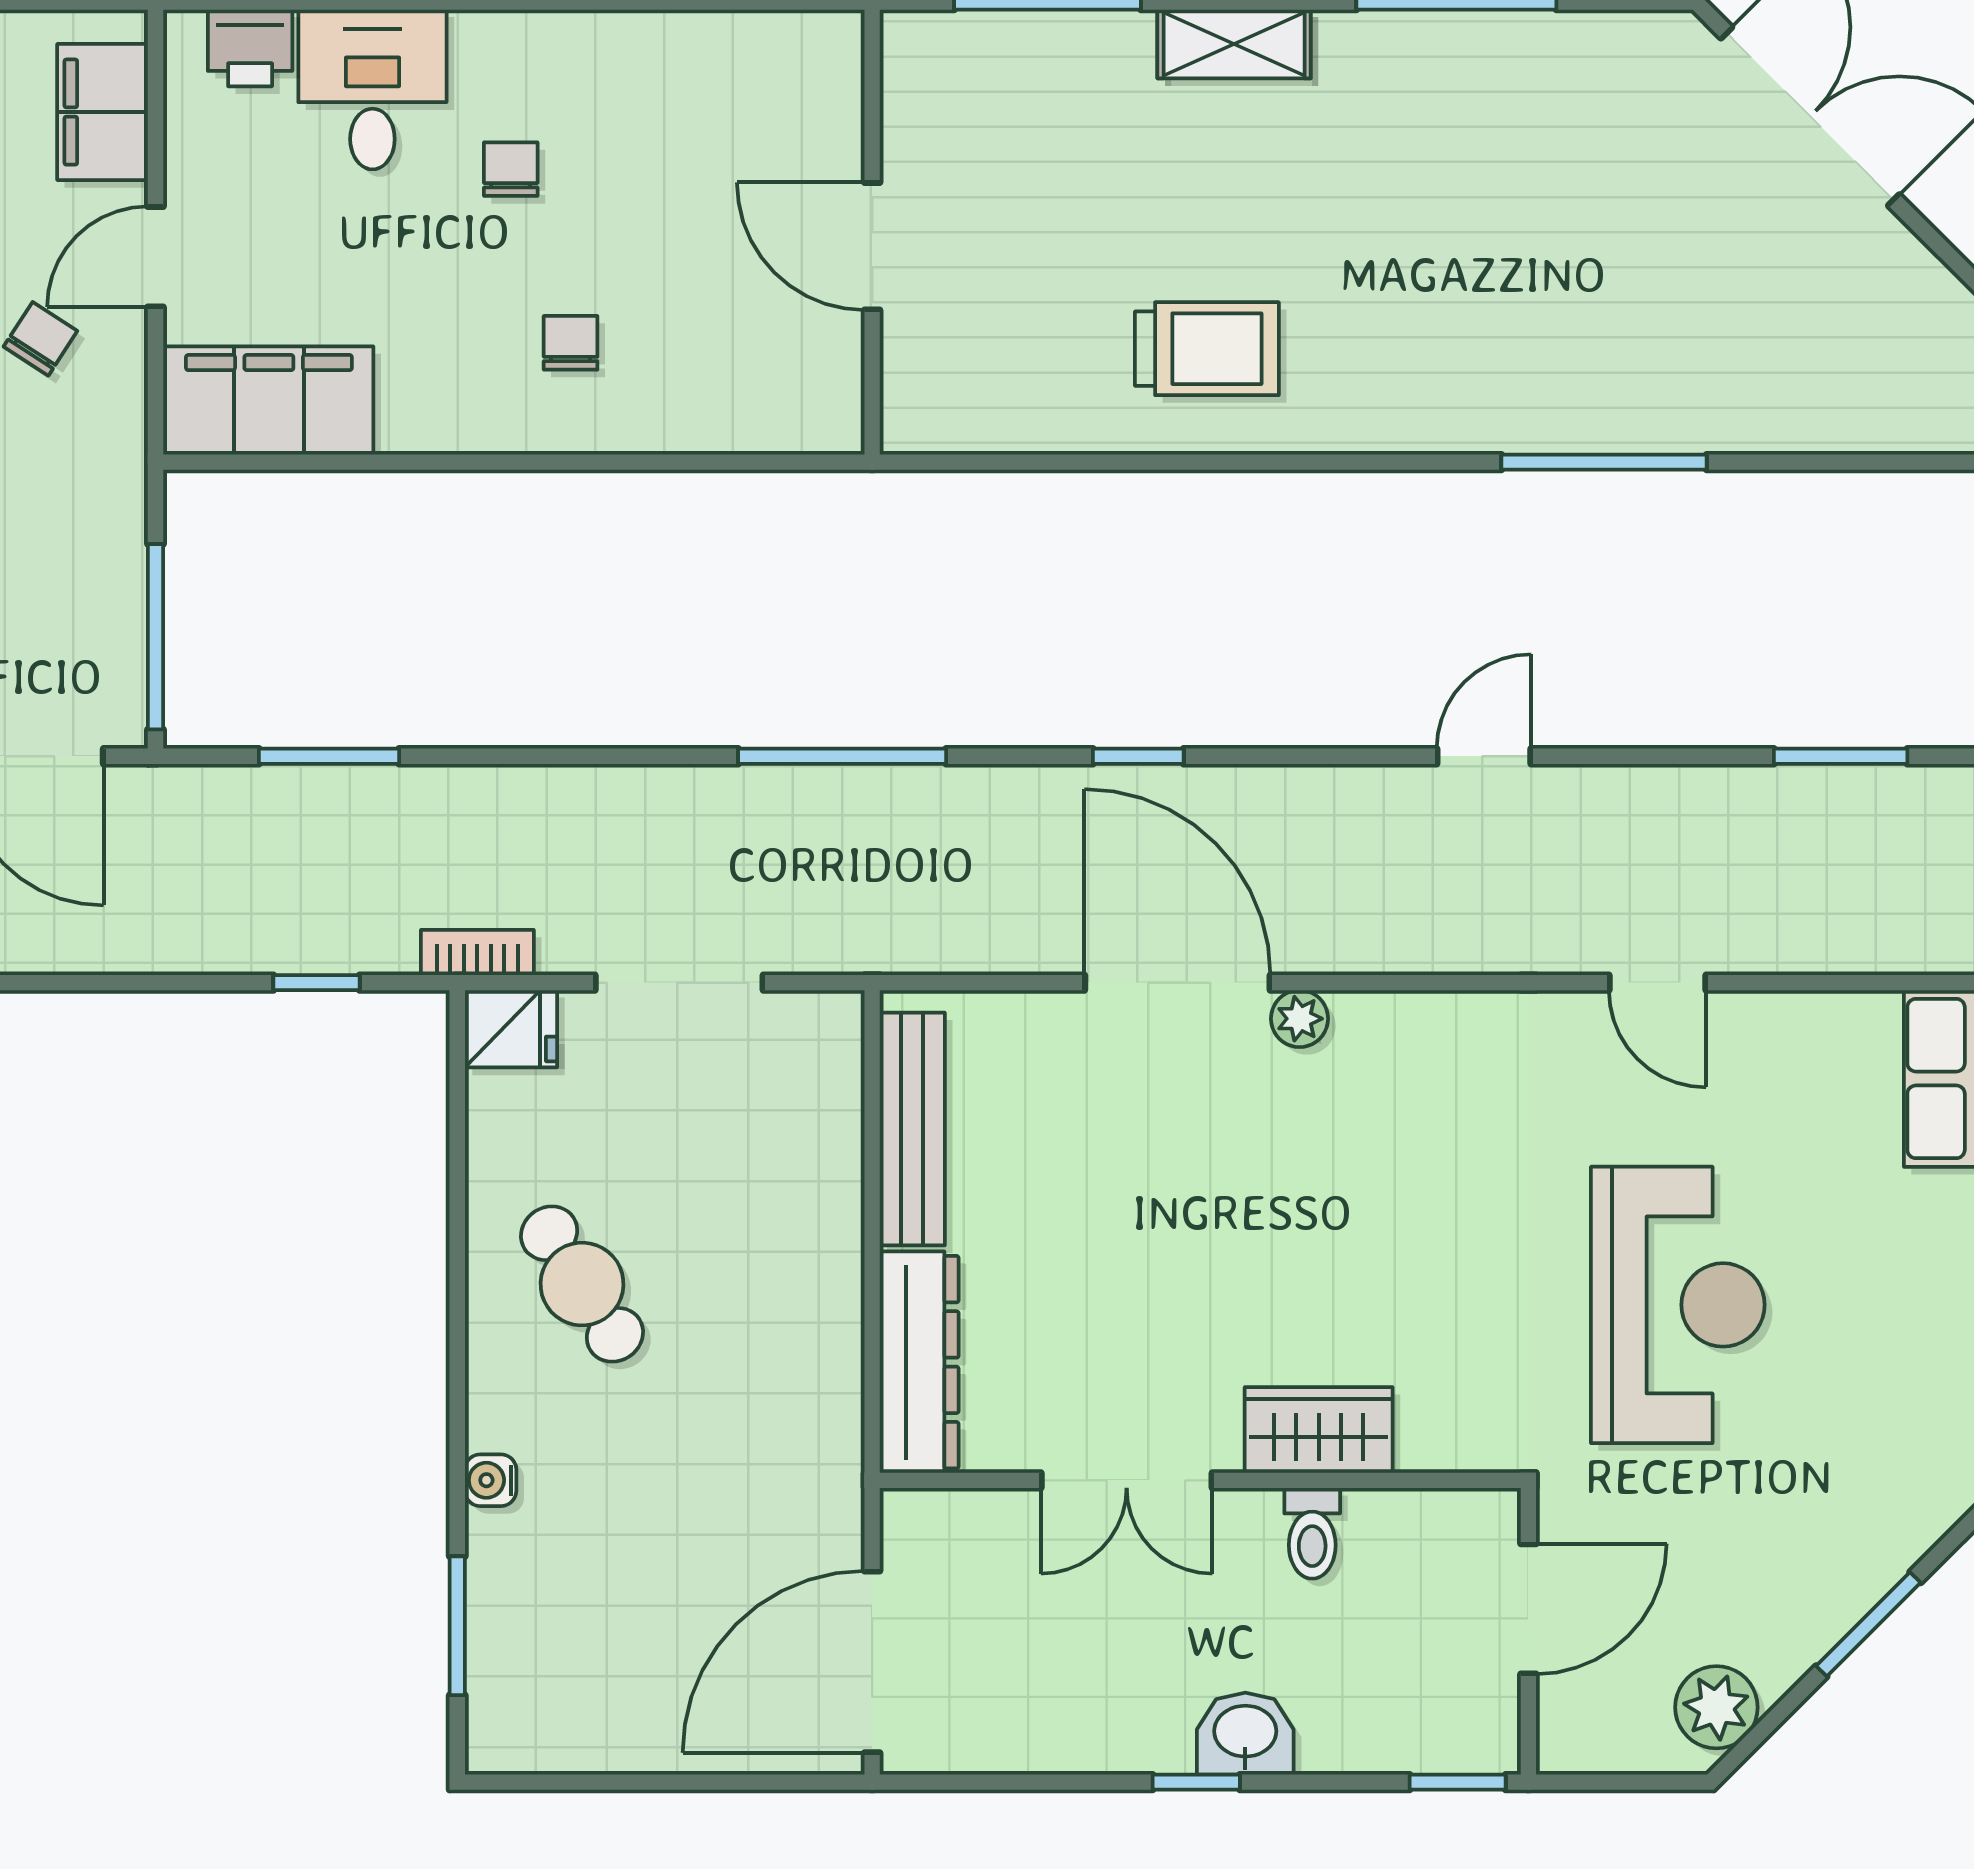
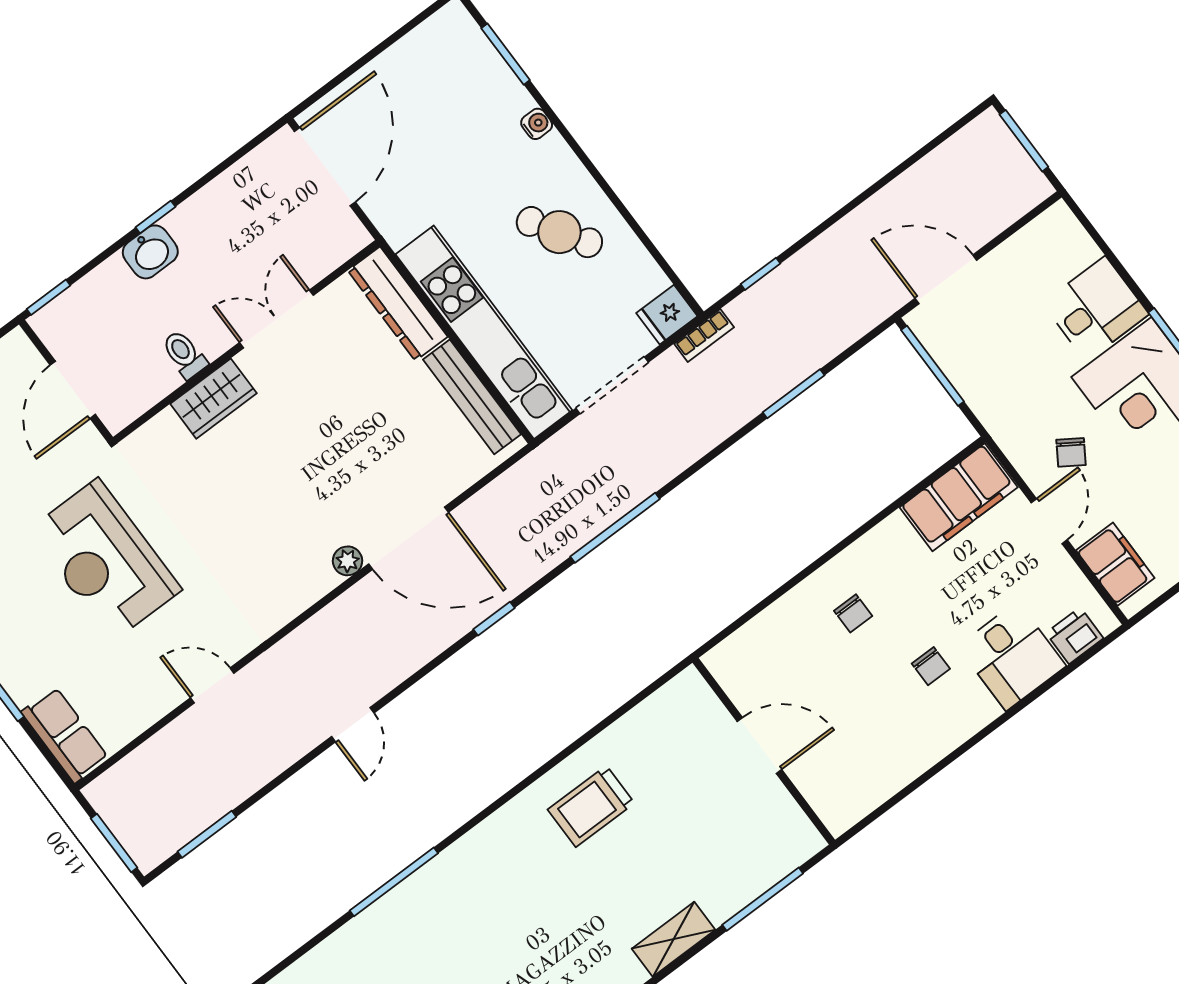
window: (329, 756) -> (794, 394), moved
kitchen unit: (818, 1216) -> (484, 332), added

